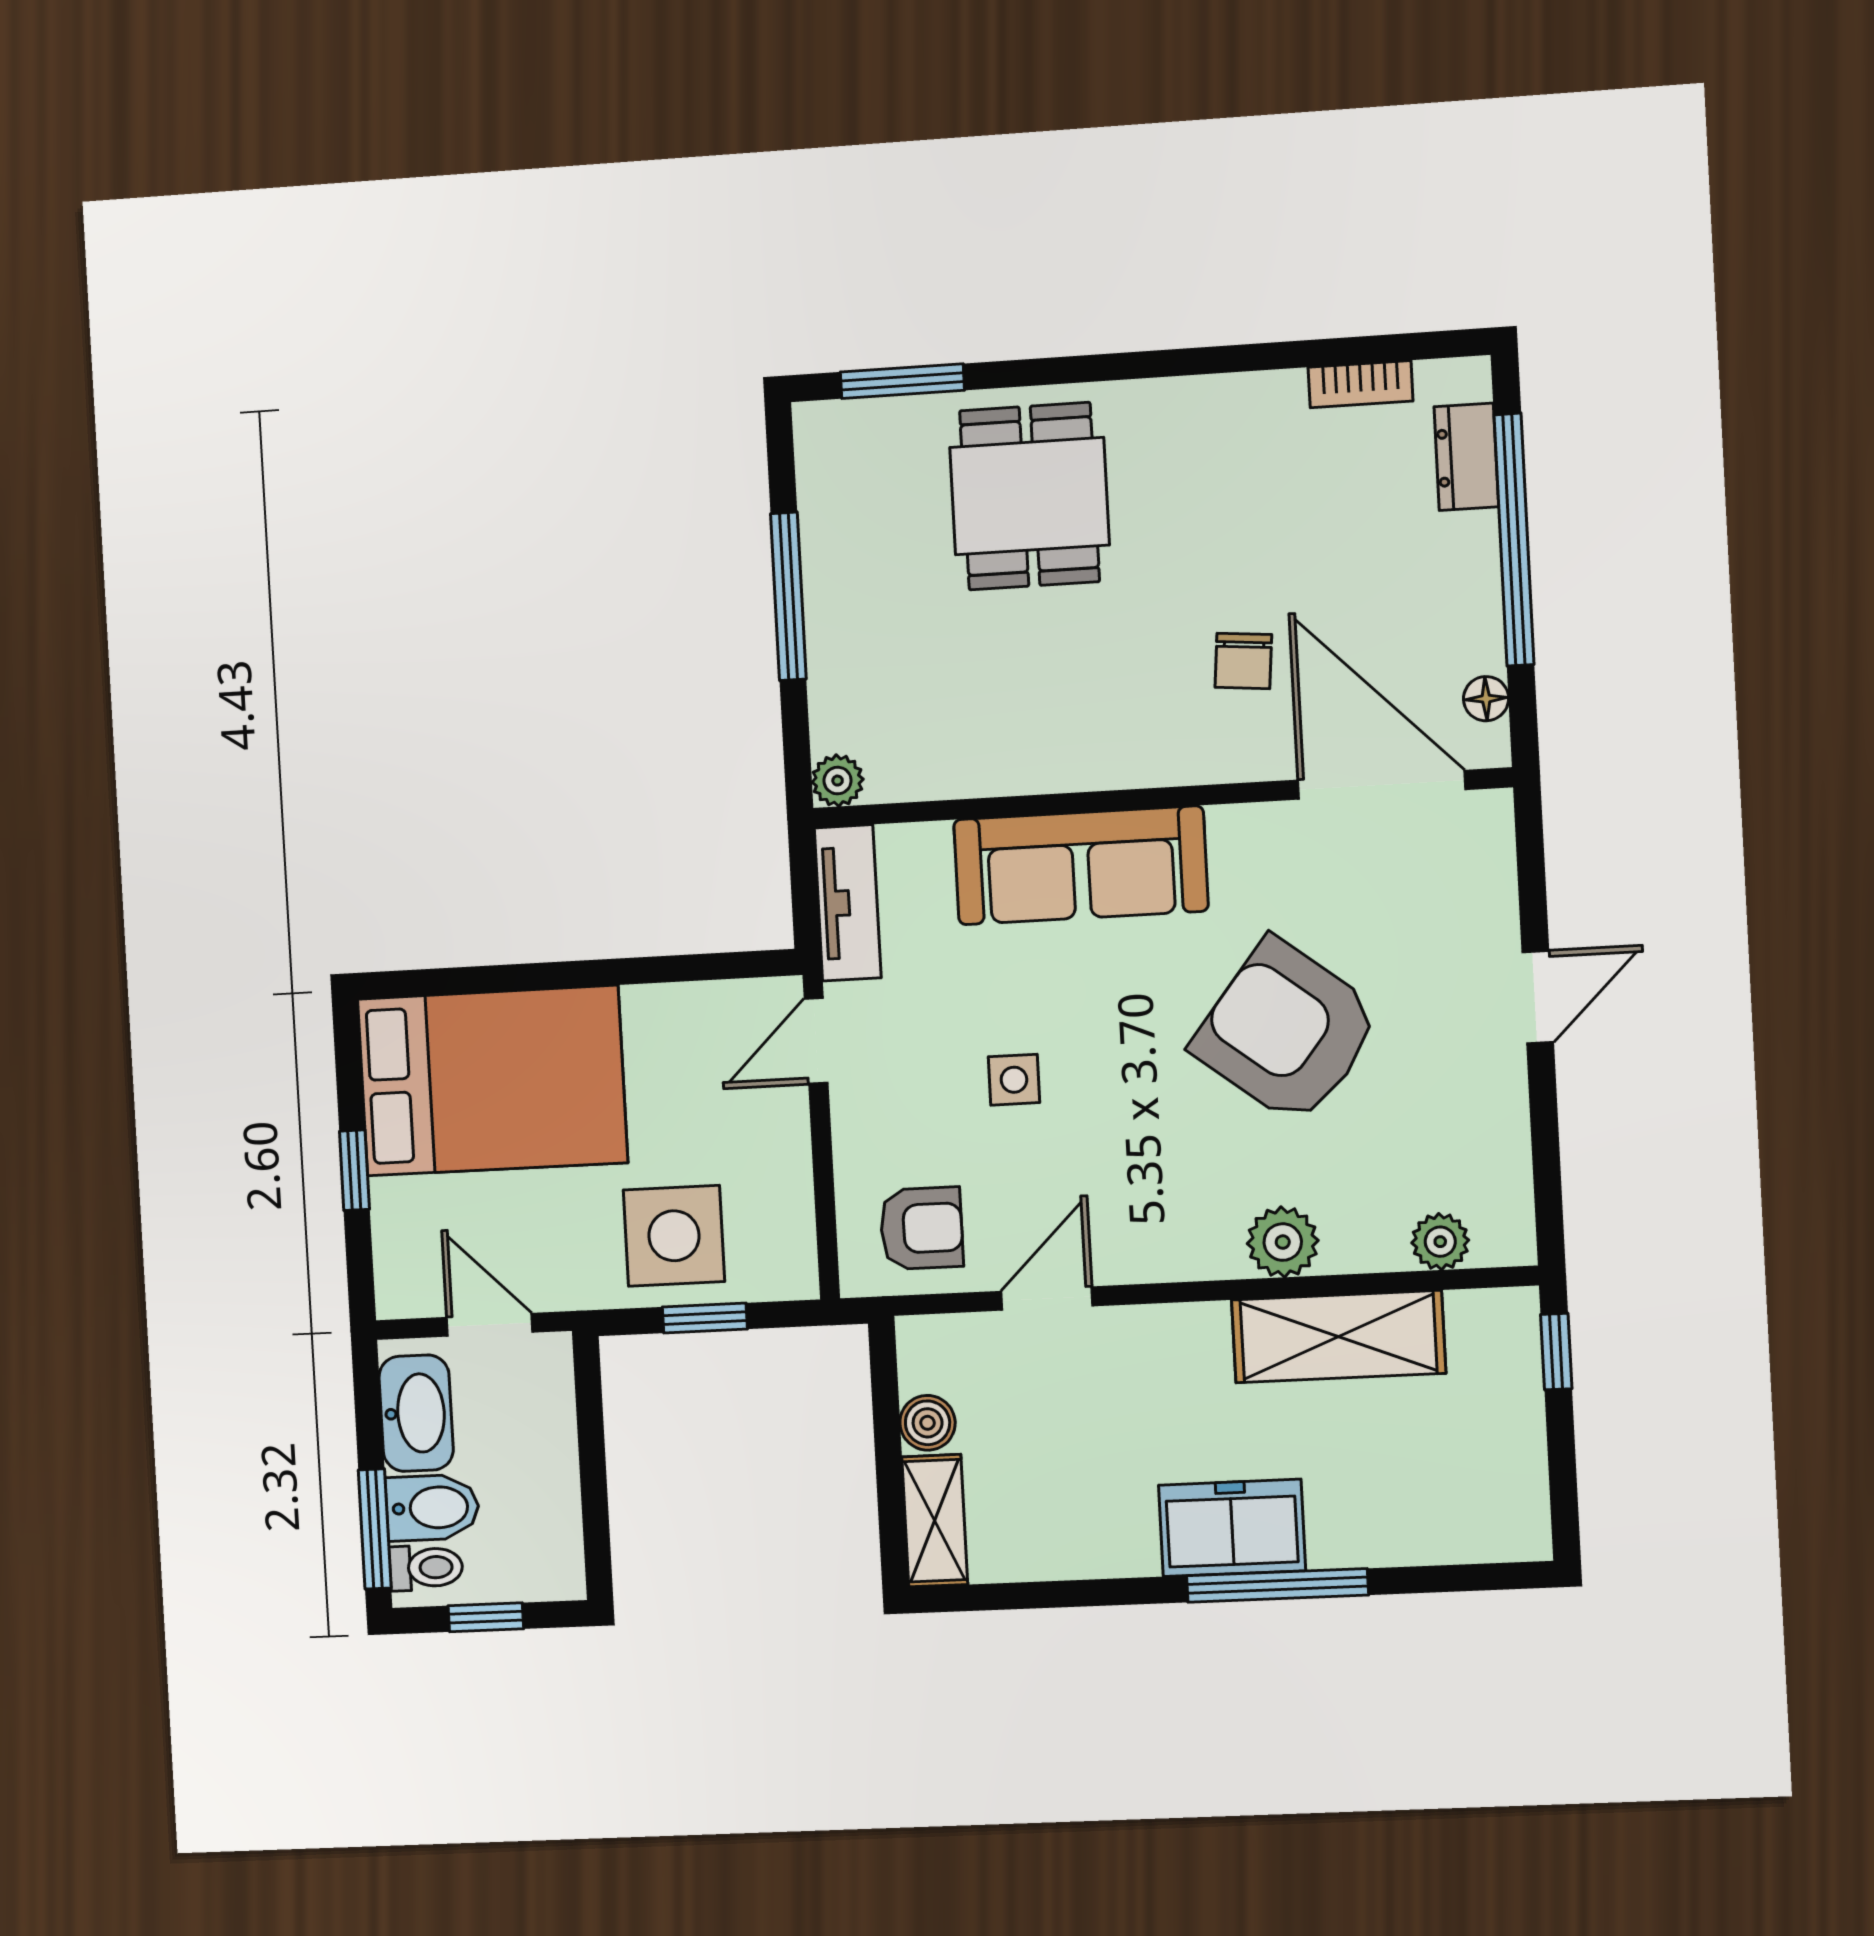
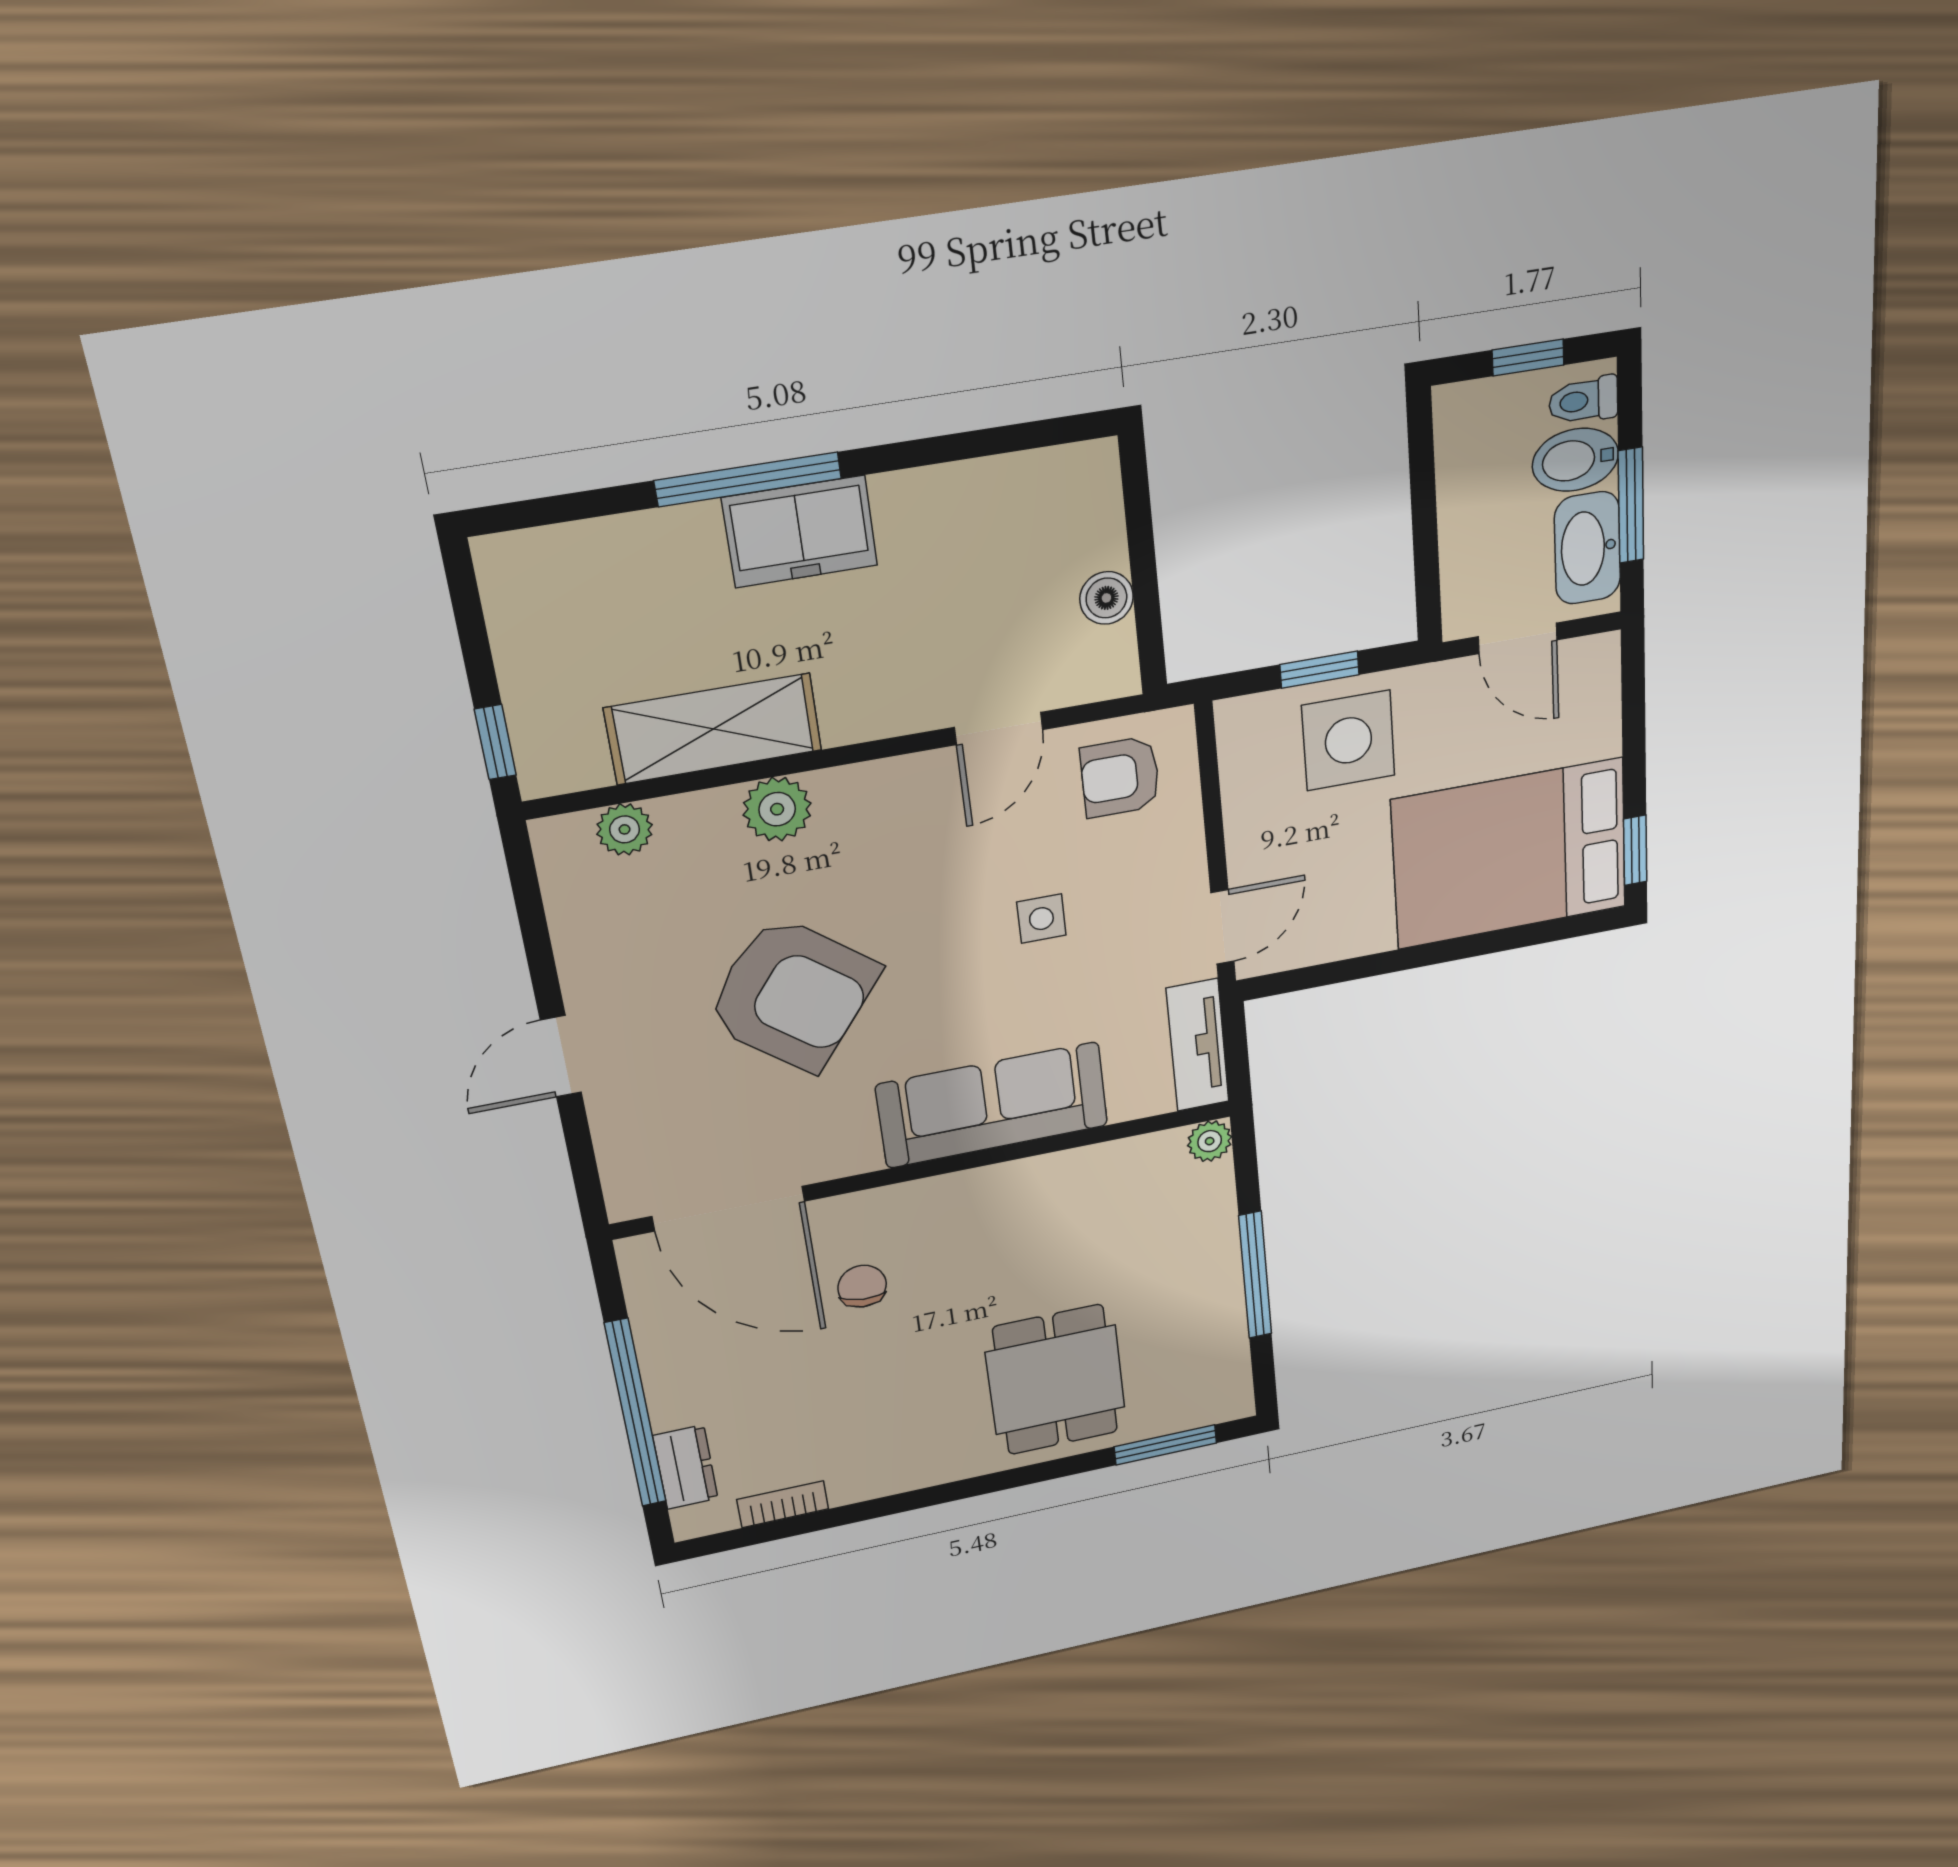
floor lamp: (1486, 699) -> (643, 1290), removed
window: (354, 1170) -> (1635, 850), moved
shelving: (935, 1521) -> (1095, 504), removed
window: (375, 1529) -> (1631, 505), moved

